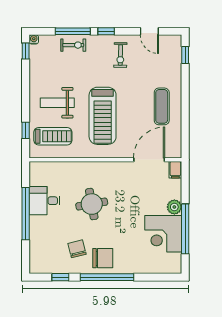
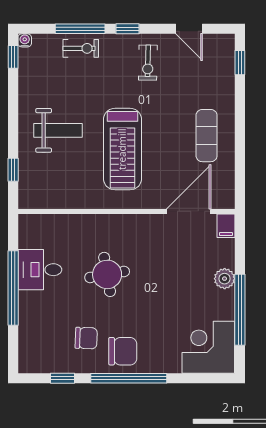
weight bench: (57, 103) -> (58, 130), turned 180
treadmill: (53, 136) -> (52, 178), removed
corner desk: (163, 234) -> (208, 347), moved, turned 90
chair: (77, 249) -> (86, 338), turned 106

